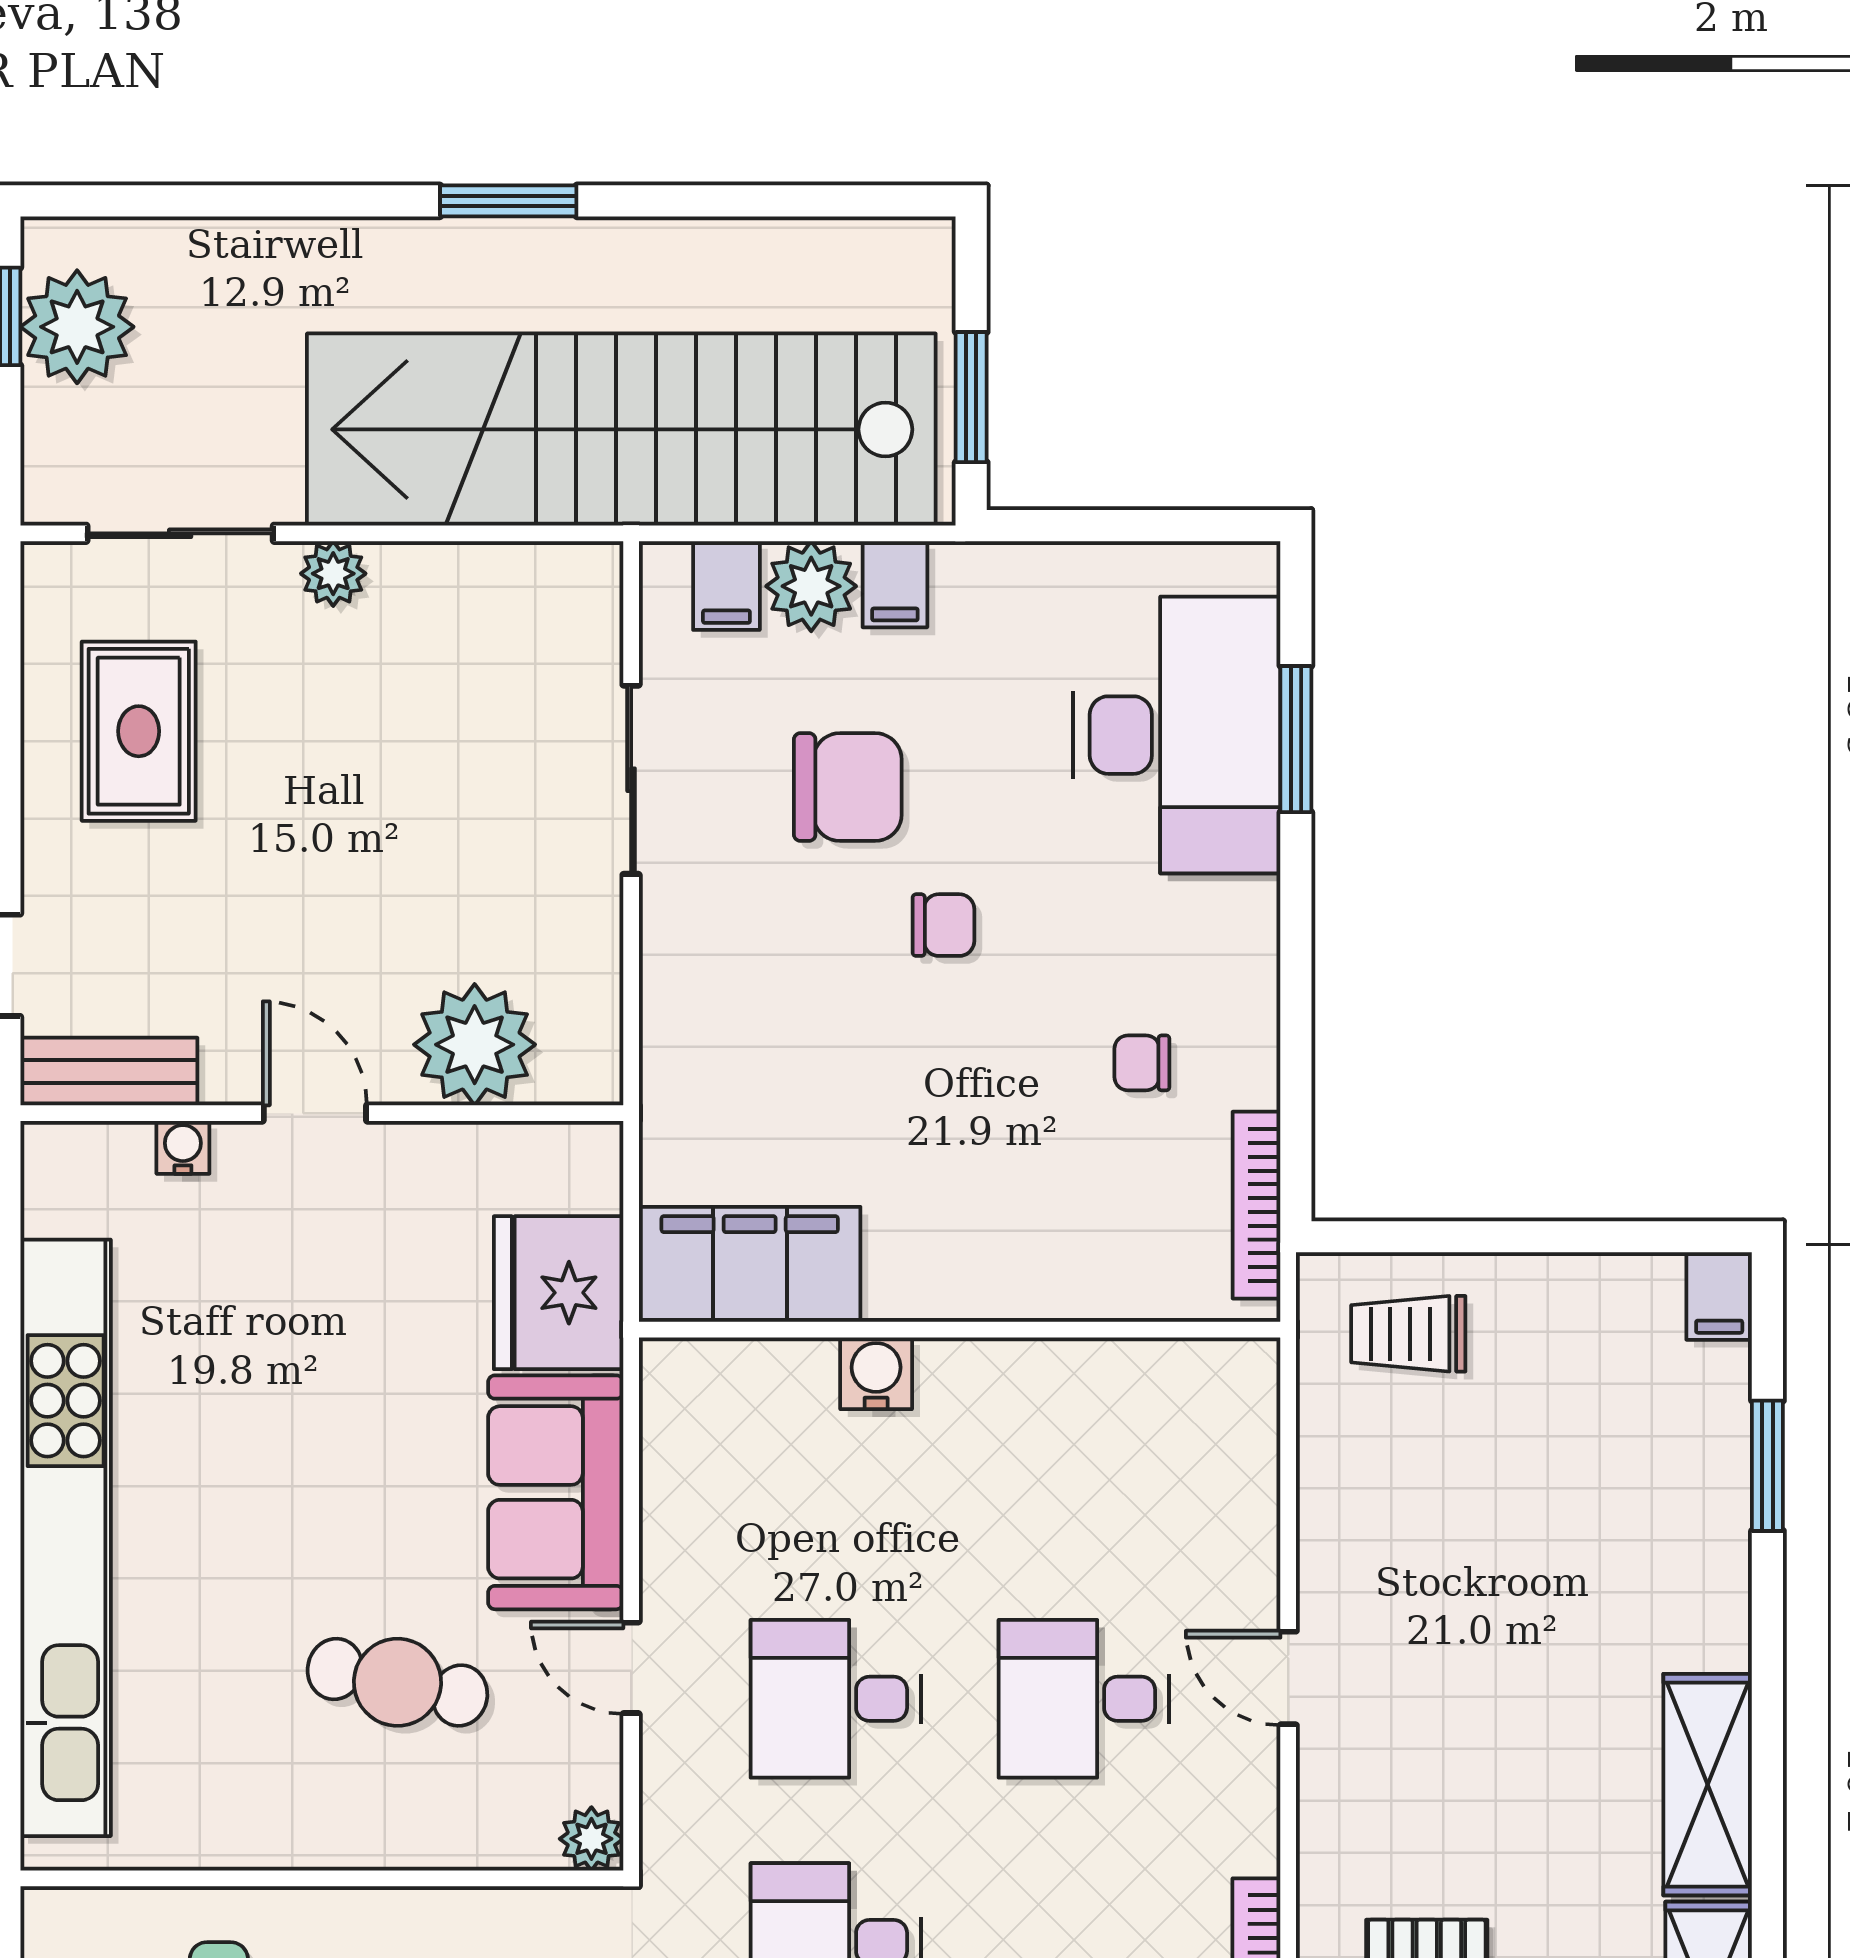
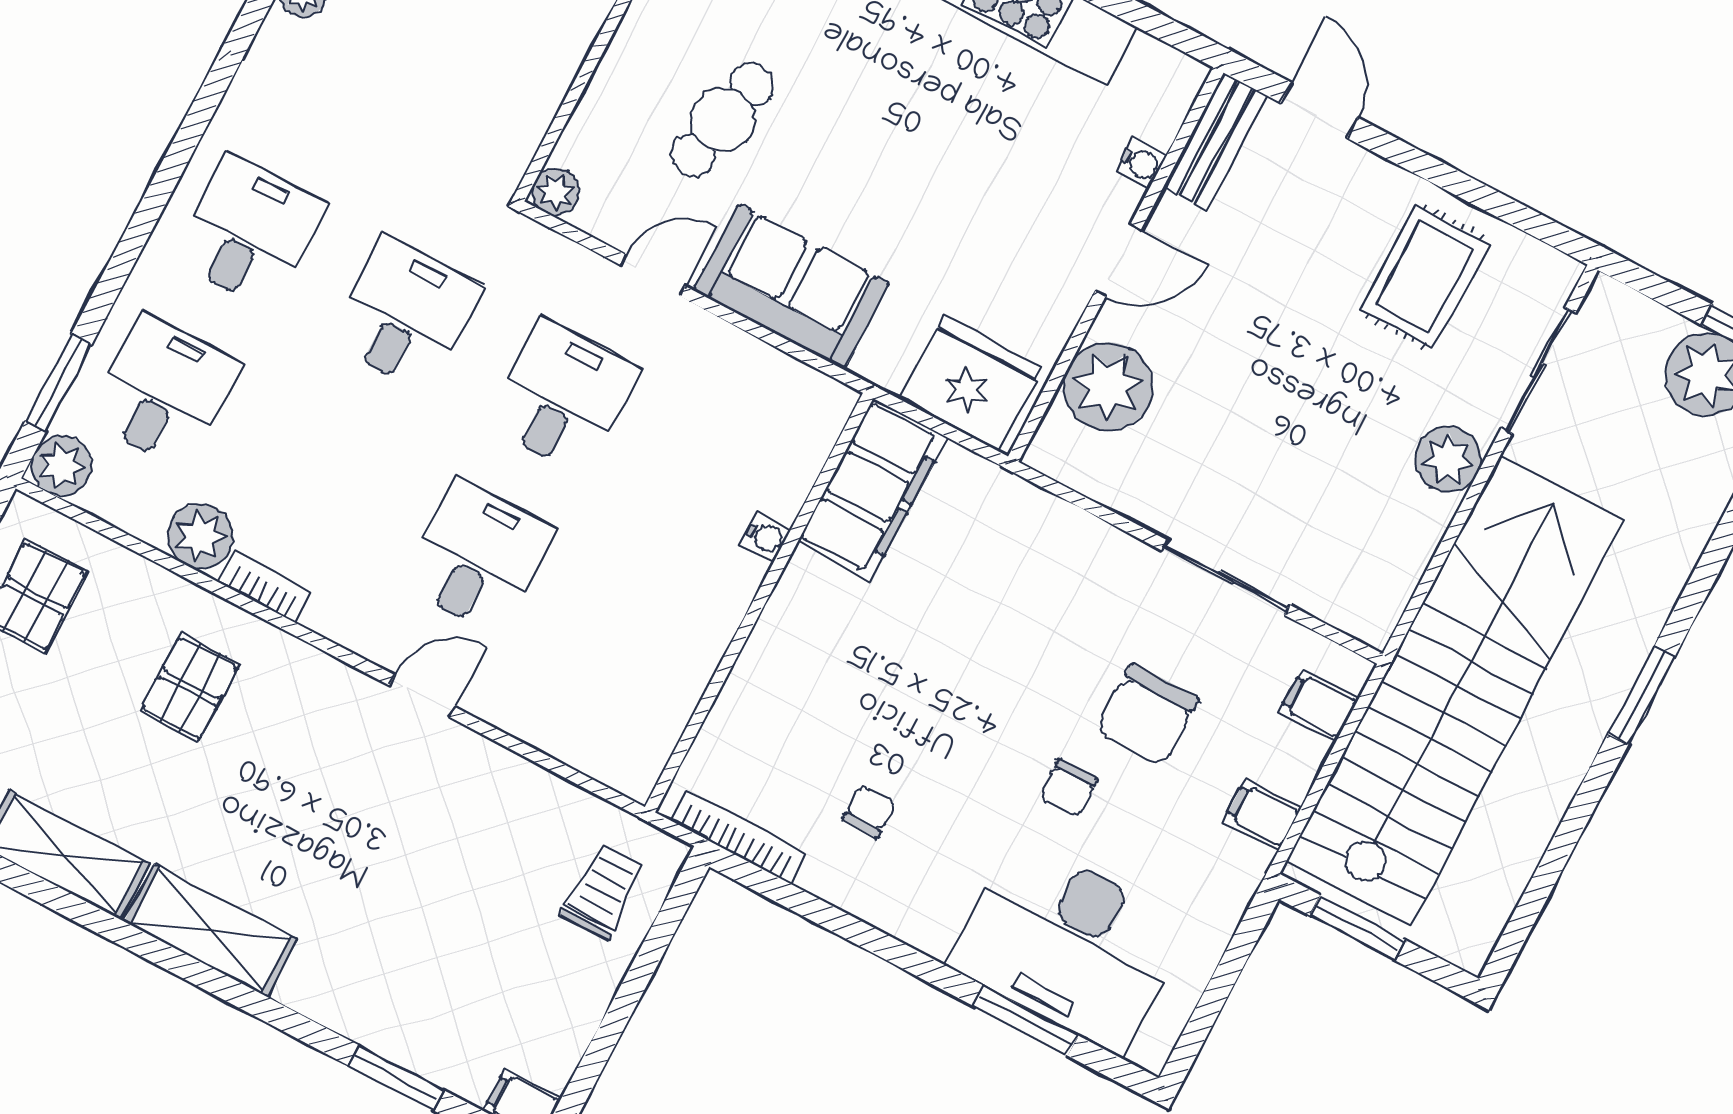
plant: (333, 574) -> (1448, 459), width x1.38, depth x1.38
plant: (811, 586) -> (1289, 760), removed
rug: (139, 731) -> (1425, 276), turned 90
chair: (943, 925) -> (1068, 788), moved
fridge: (559, 1293) -> (971, 383), moved
water cooler: (876, 1373) -> (766, 537), width x0.72, depth x0.72

